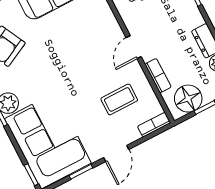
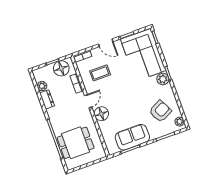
floor lamp: (108, 28) -> (101, 114), added
door: (116, 153) -> (106, 43), swing flipped

